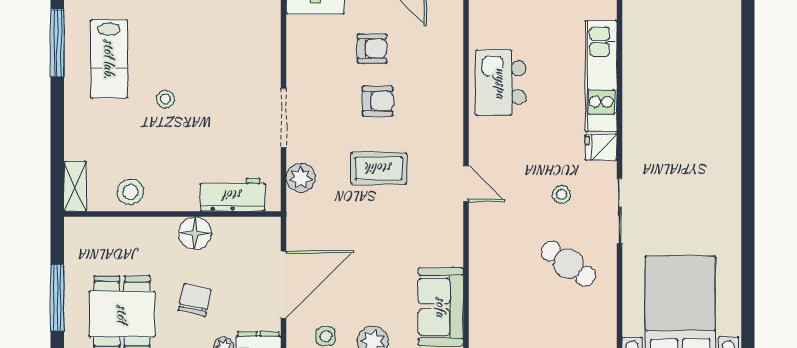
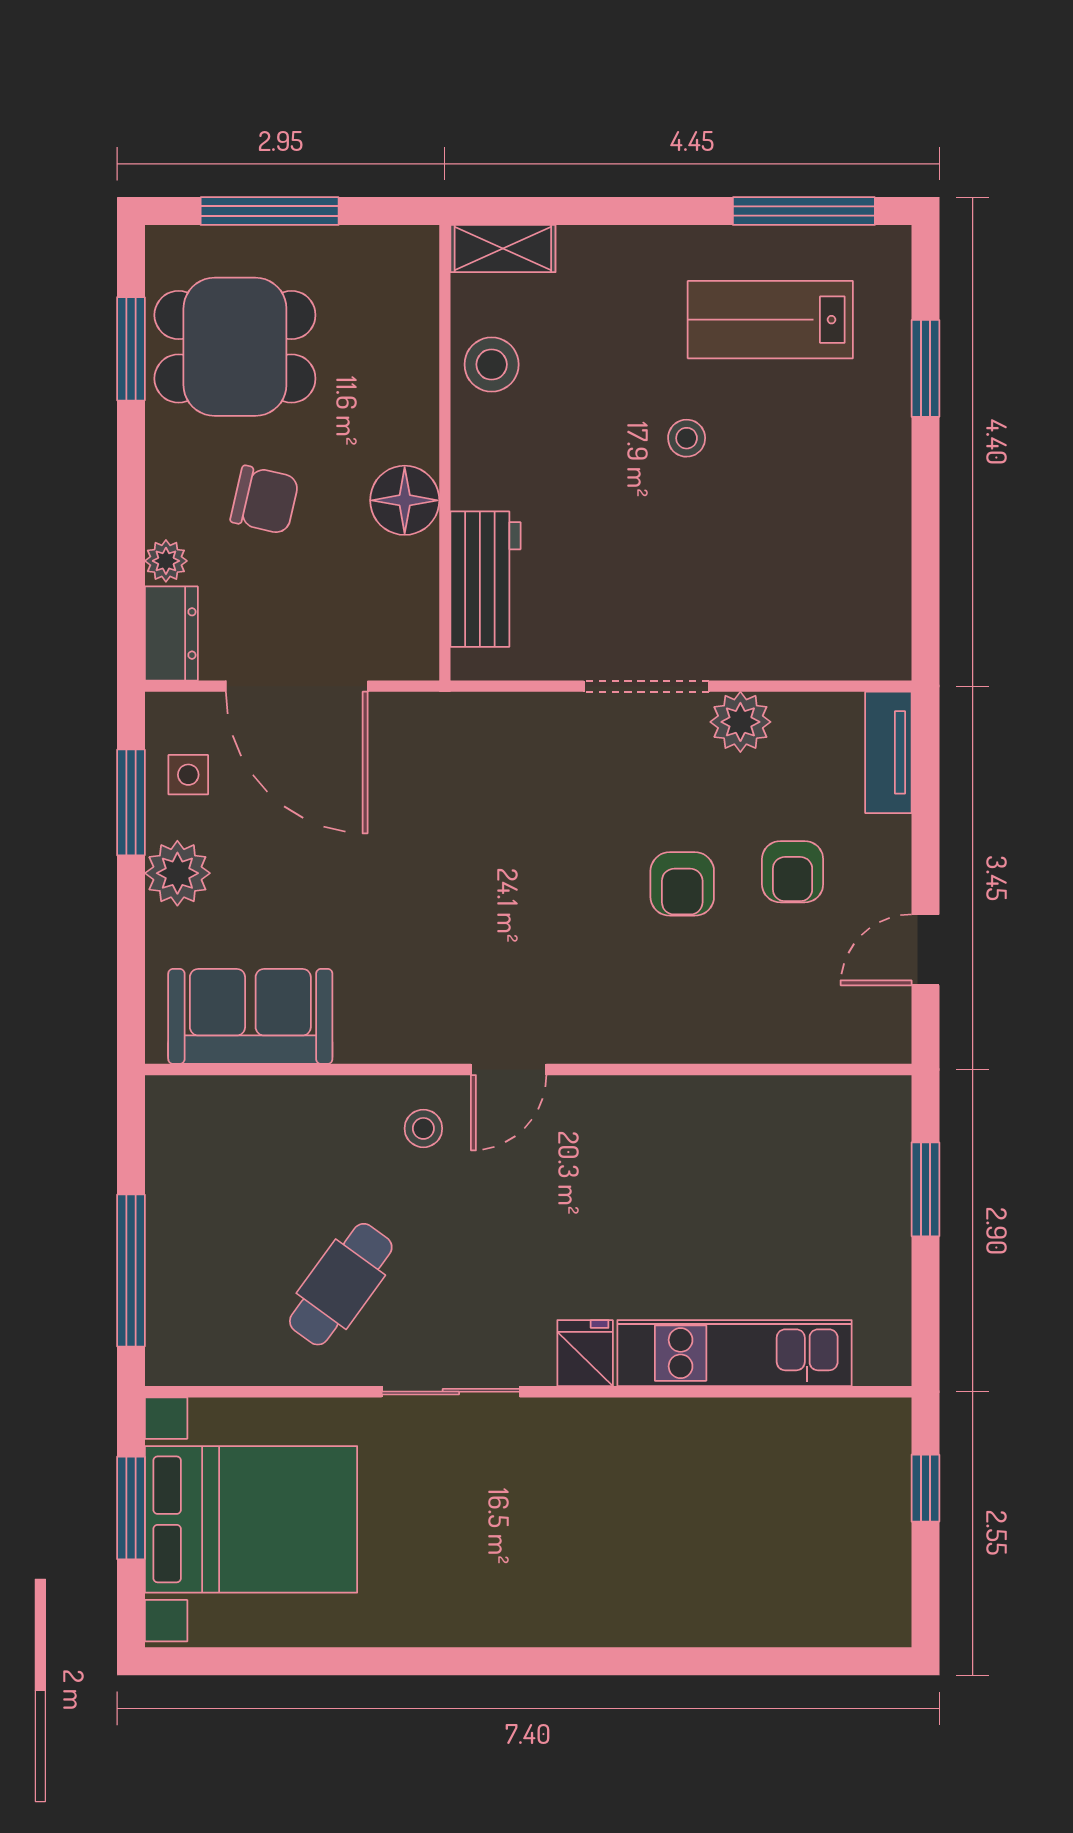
kitchen island: (501, 83) -> (721, 1142), removed
coffee table: (379, 168) -> (541, 886), removed
plant: (301, 178) -> (740, 722), moved
stool: (561, 194) -> (423, 1128), moved

